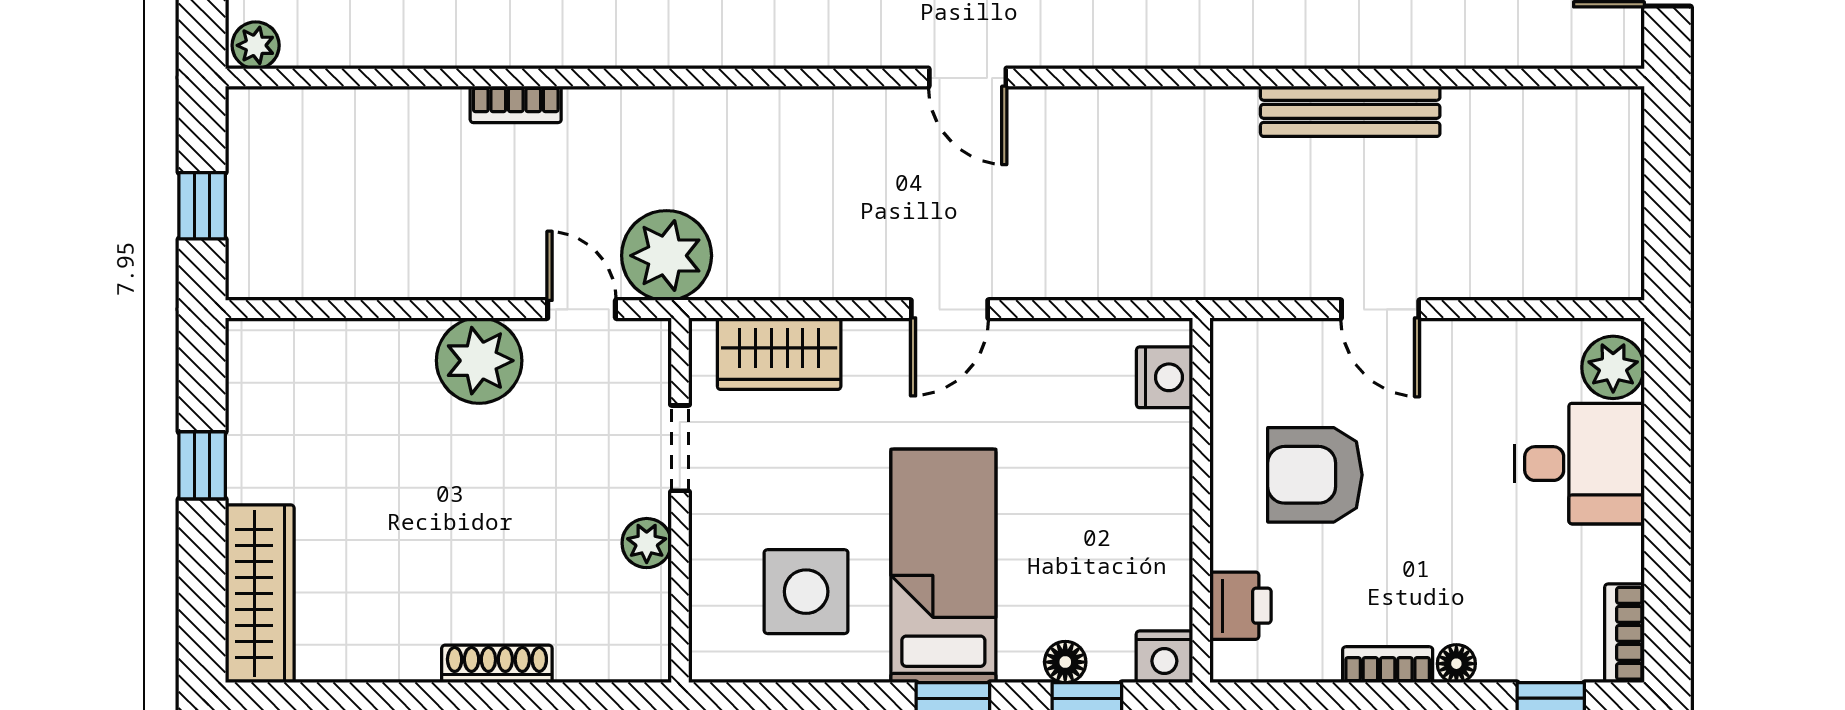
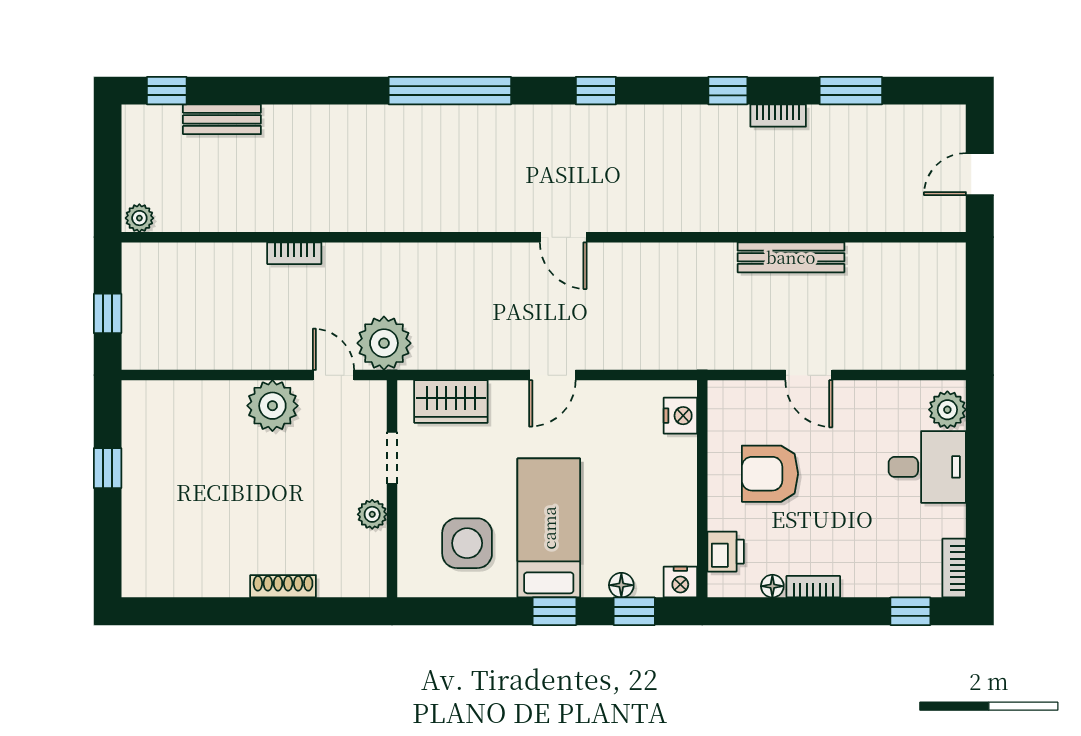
wardrobe: (260, 594) -> (142, 545), removed
floor lamp: (1456, 664) -> (772, 586), moved

